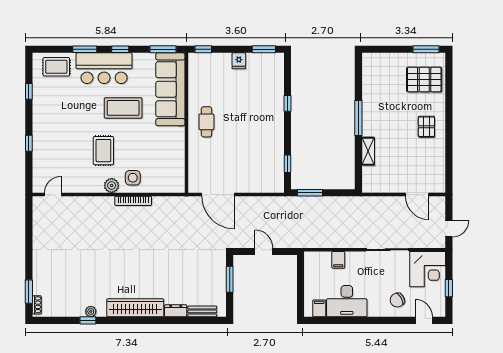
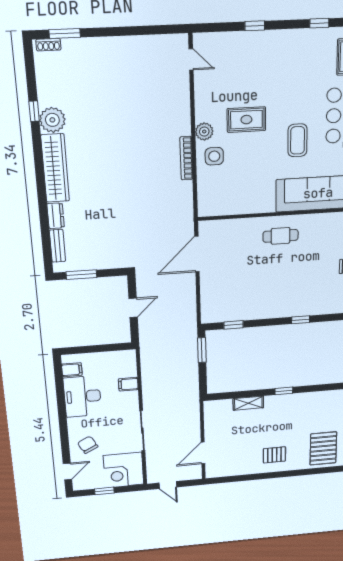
coffee table: (123, 108) -> (297, 140), width x0.73, depth x0.76
window: (358, 118) -> (284, 391), width x0.46
window: (230, 279) -> (81, 275), moved
plant: (91, 311) -> (52, 120), width x1.87, depth x1.87

